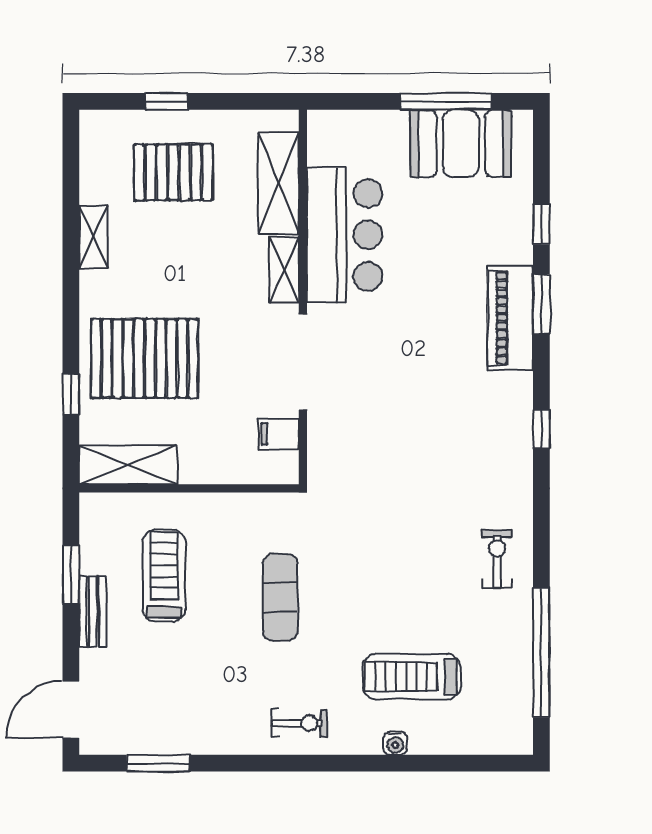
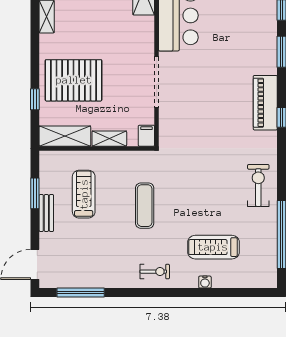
shelving: (284, 270) -> (109, 139), moved, turned 90
piano: (510, 318) -> (265, 103), moved
filing cabinet: (279, 434) -> (146, 136), moved, turned 90
exercise bike: (497, 559) -> (258, 185), width x1.38, depth x1.39
window: (158, 763) -> (81, 293), width x1.44

